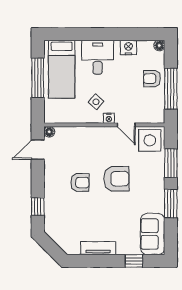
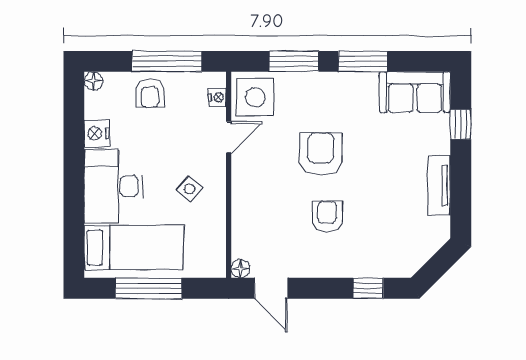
desk: (98, 57) -> (113, 186), width x1.37
nightstand: (109, 118) -> (217, 97), moved

